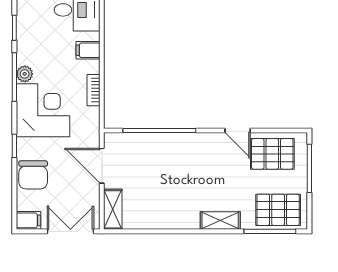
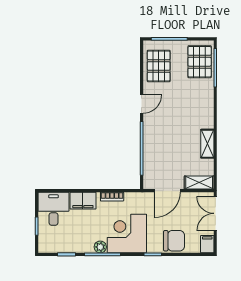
filing cabinet: (88, 50) -> (83, 201), width x2.00
door: (238, 130) -> (142, 104), moved
shelving: (220, 220) -> (207, 144), moved

